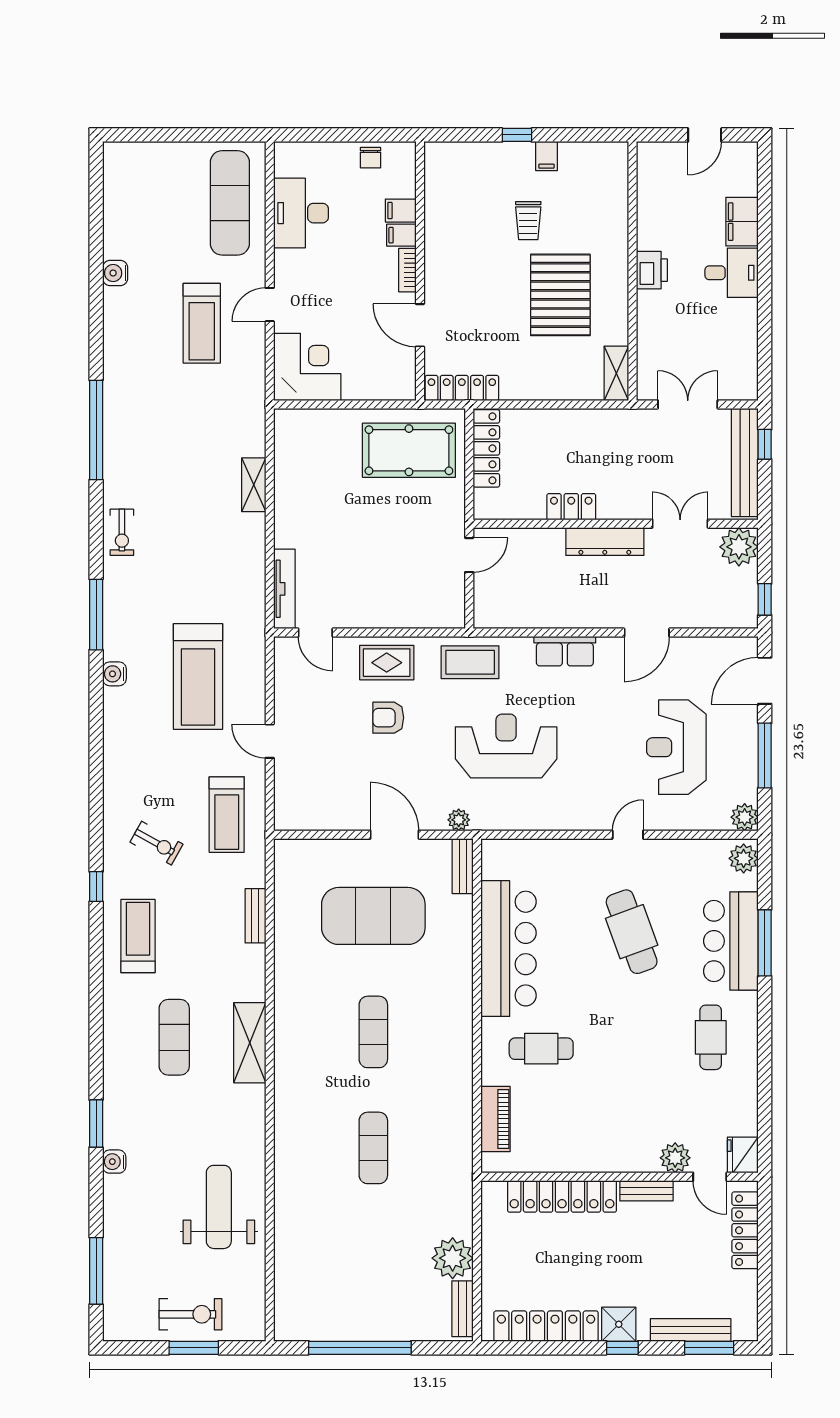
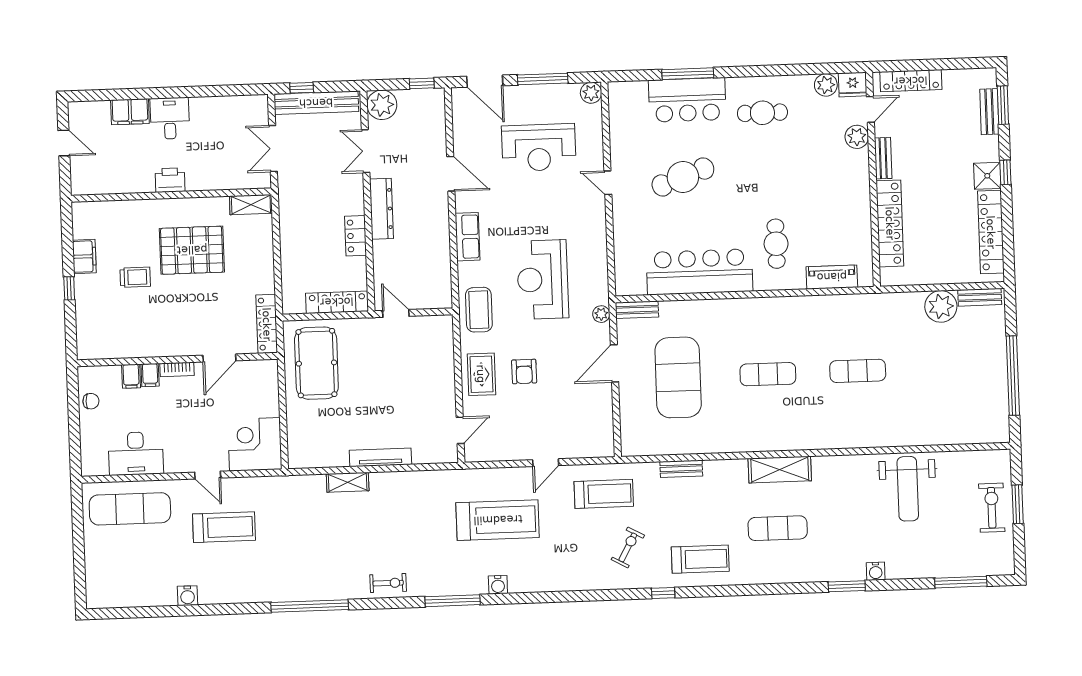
filing cabinet: (546, 156) -> (84, 256), width x2.00
locker: (486, 448) -> (337, 302), moved
tv unit: (284, 589) -> (380, 457), moved
plant: (744, 858) -> (826, 85), moved
treadmill: (138, 936) -> (700, 559), turned 180
weight bench: (219, 1207) -> (908, 489), turned -90
bench: (691, 1330) -> (989, 112), width x0.73

